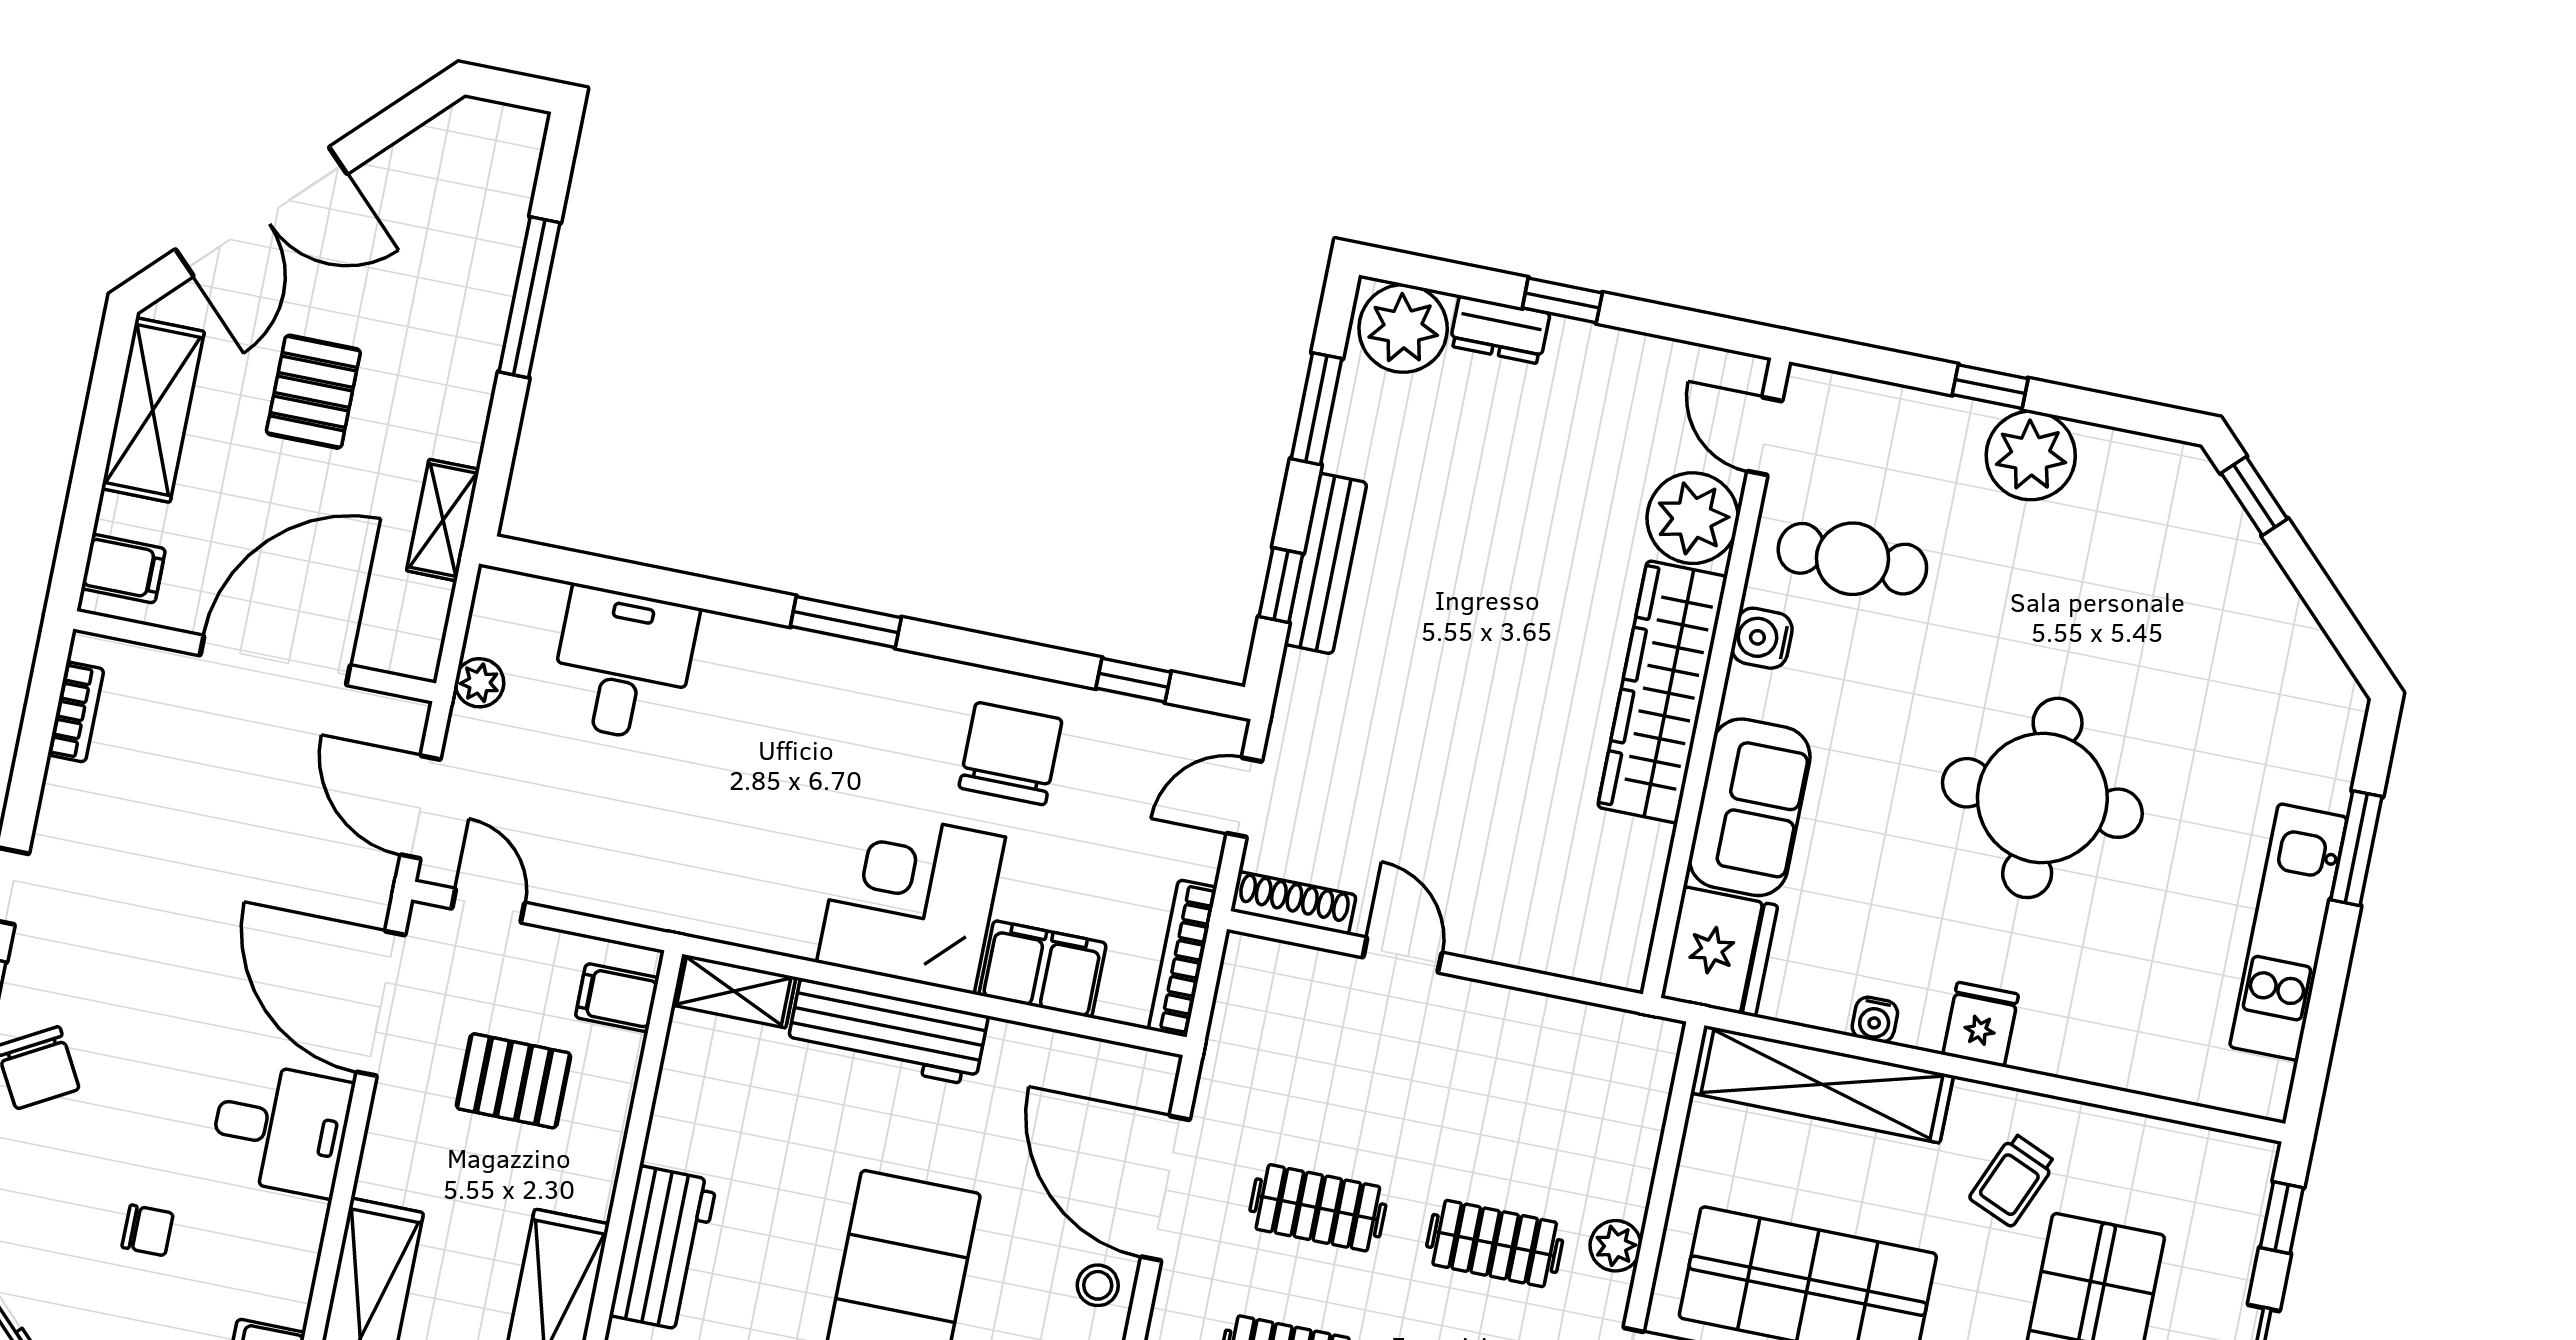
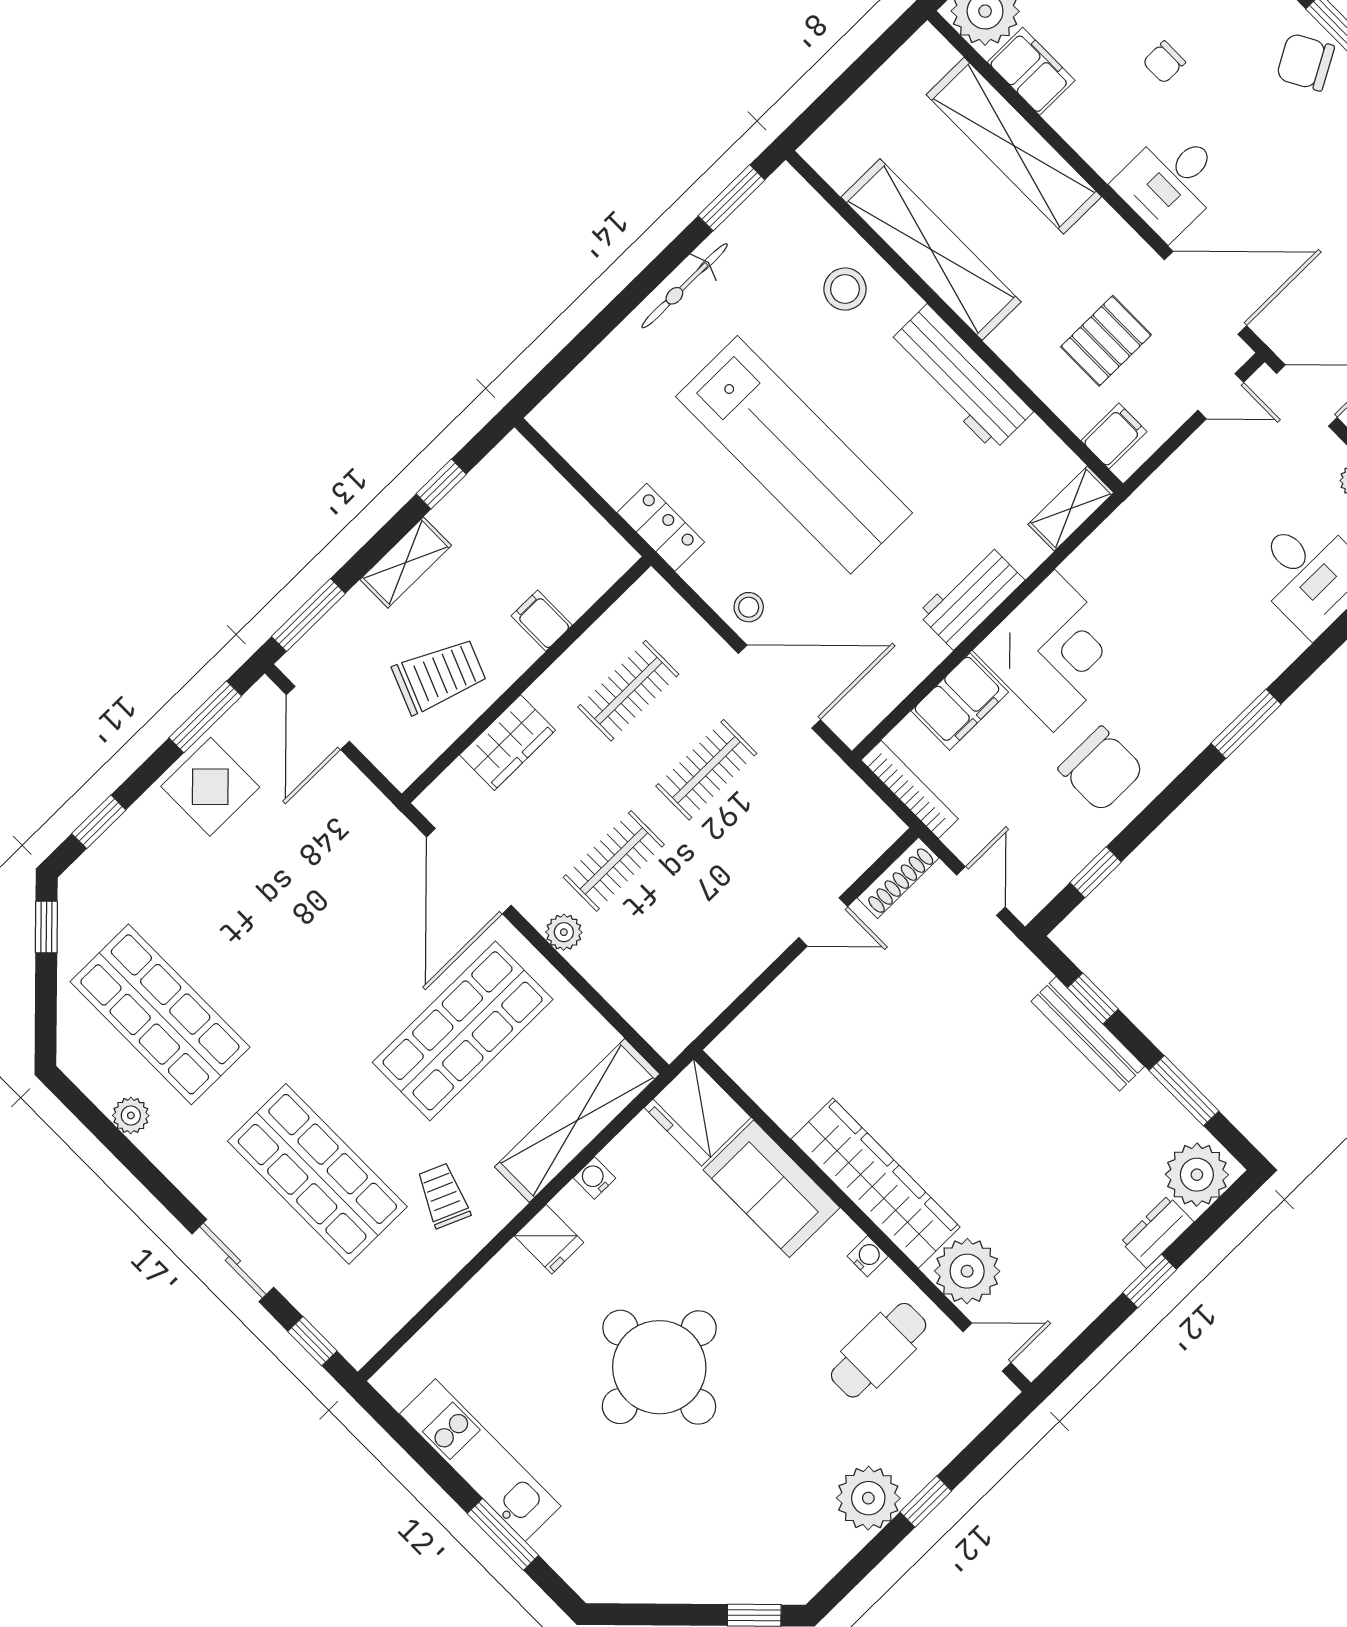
water cooler: (1762, 638) -> (868, 1256), width x0.72, depth x0.72
workbench: (887, 1032) -> (971, 597), width x0.73
workbench: (663, 1248) -> (960, 378), width x1.38

